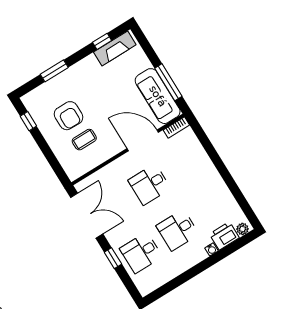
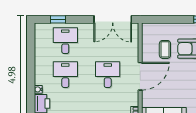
door: (143, 140) -> (140, 76), moved
window: (113, 258) -> (58, 19), moved

